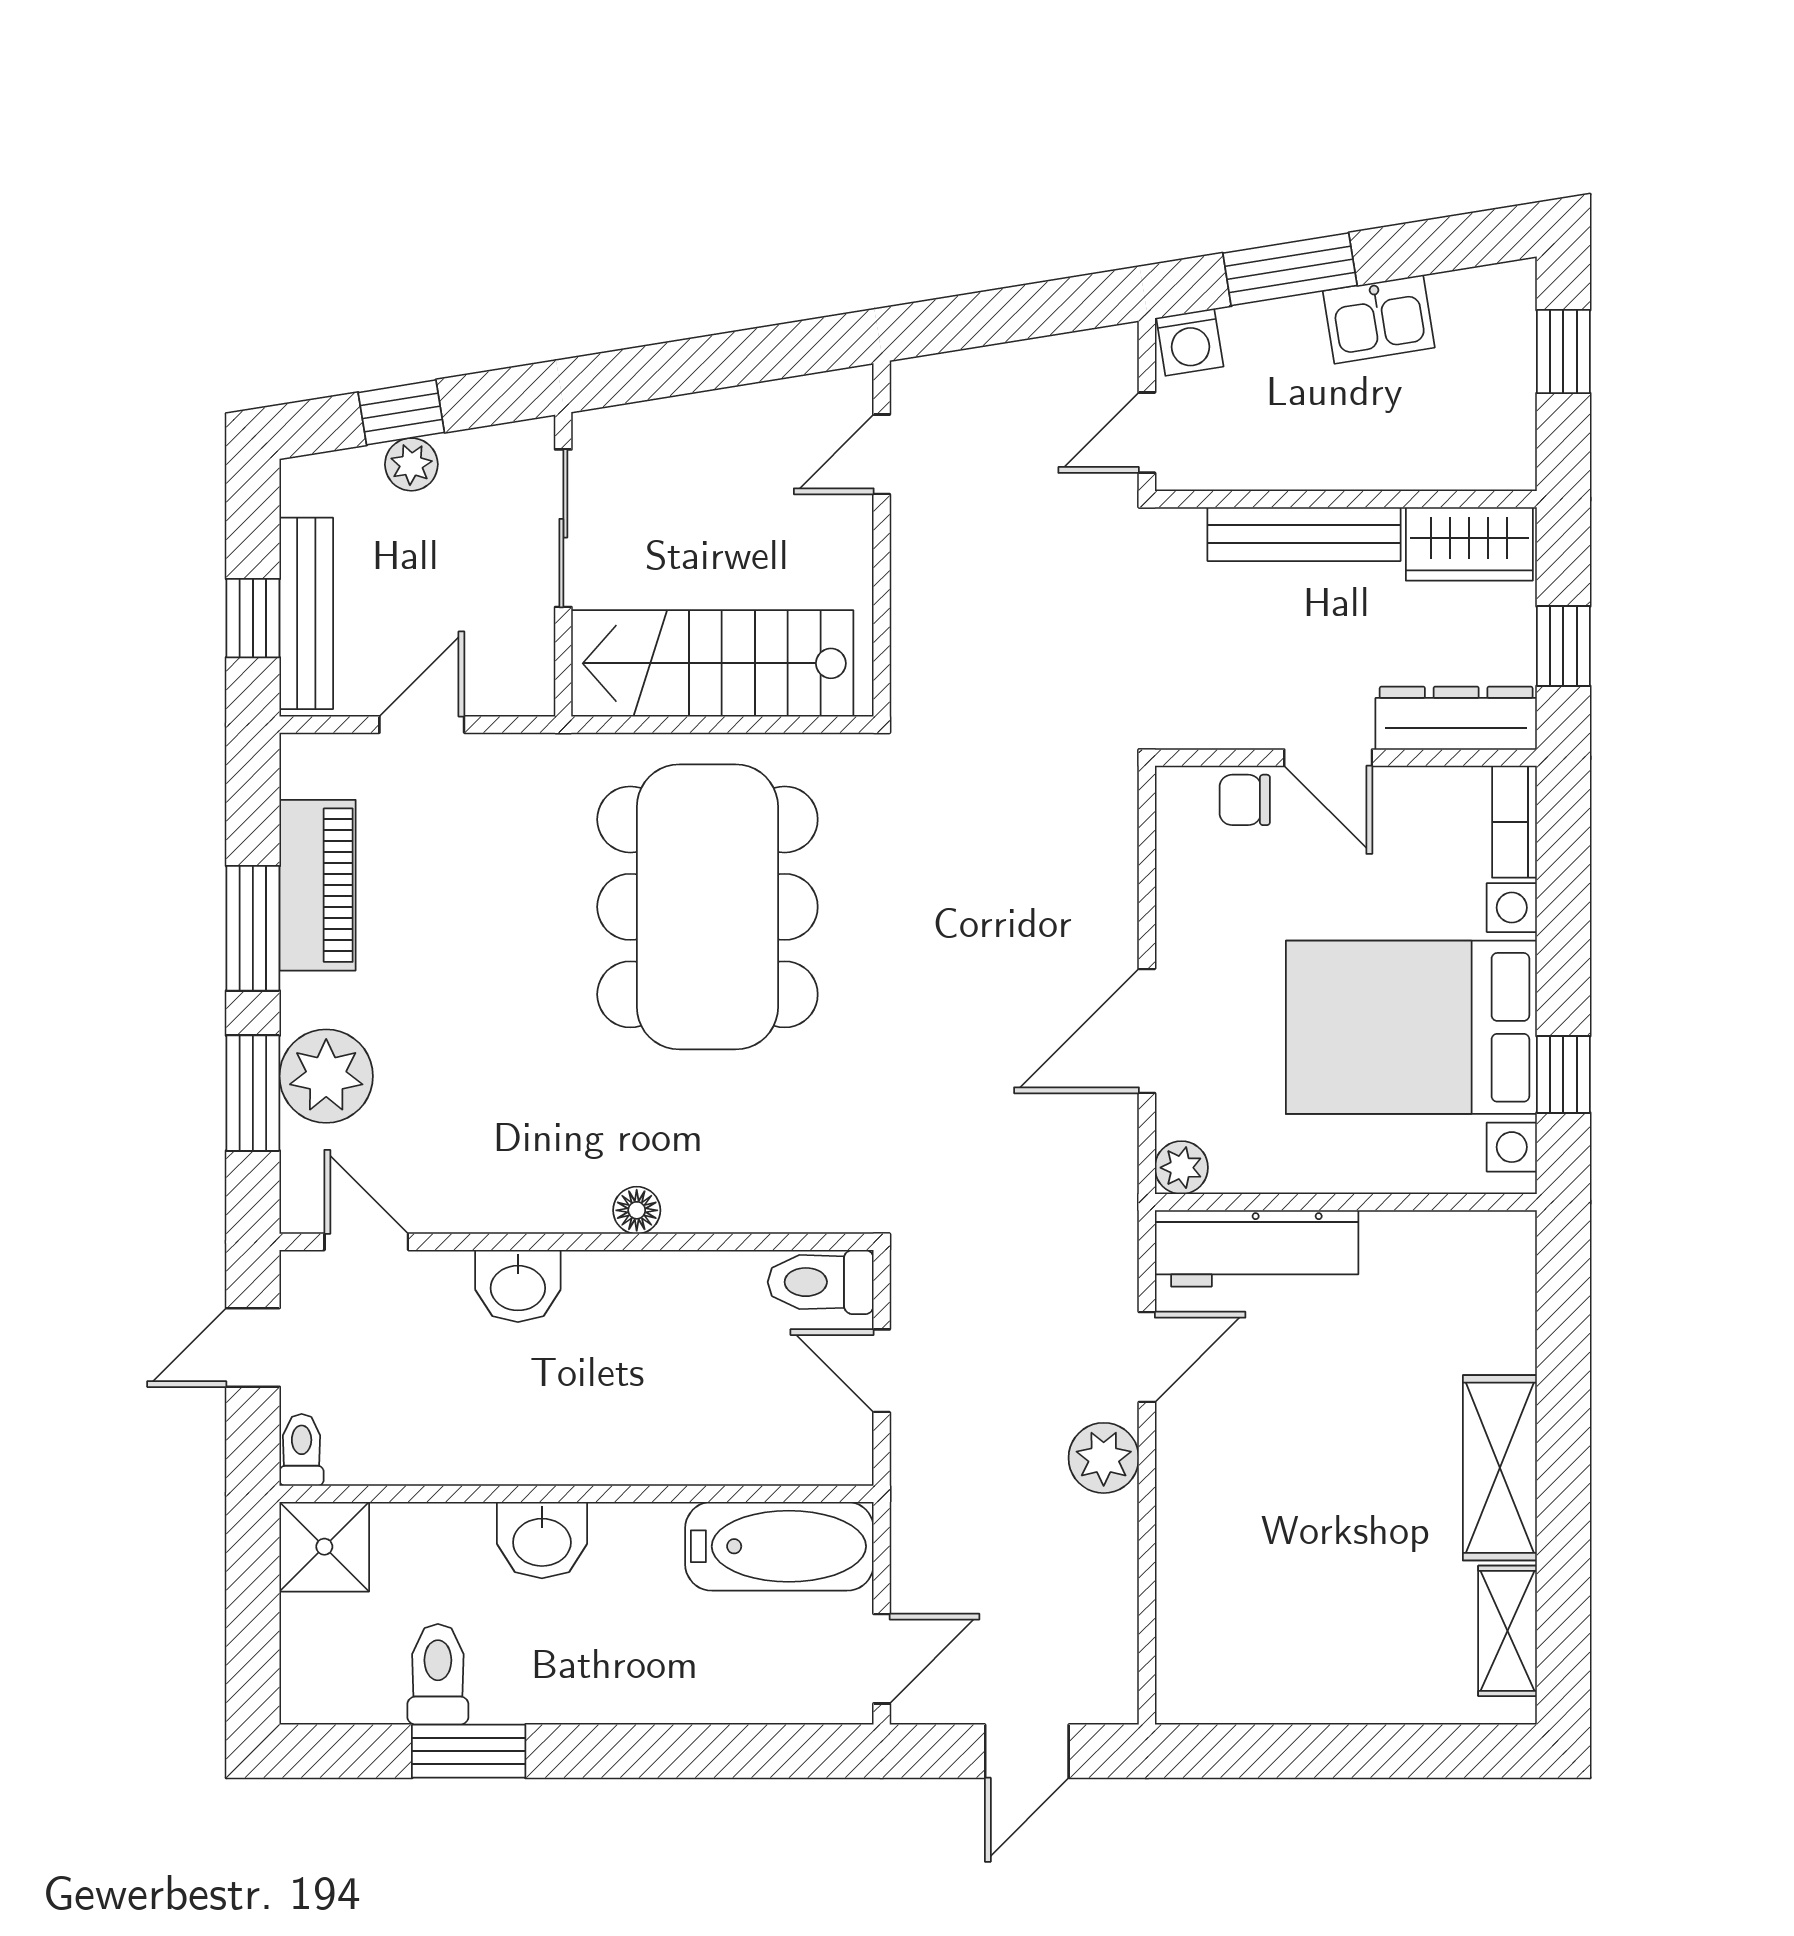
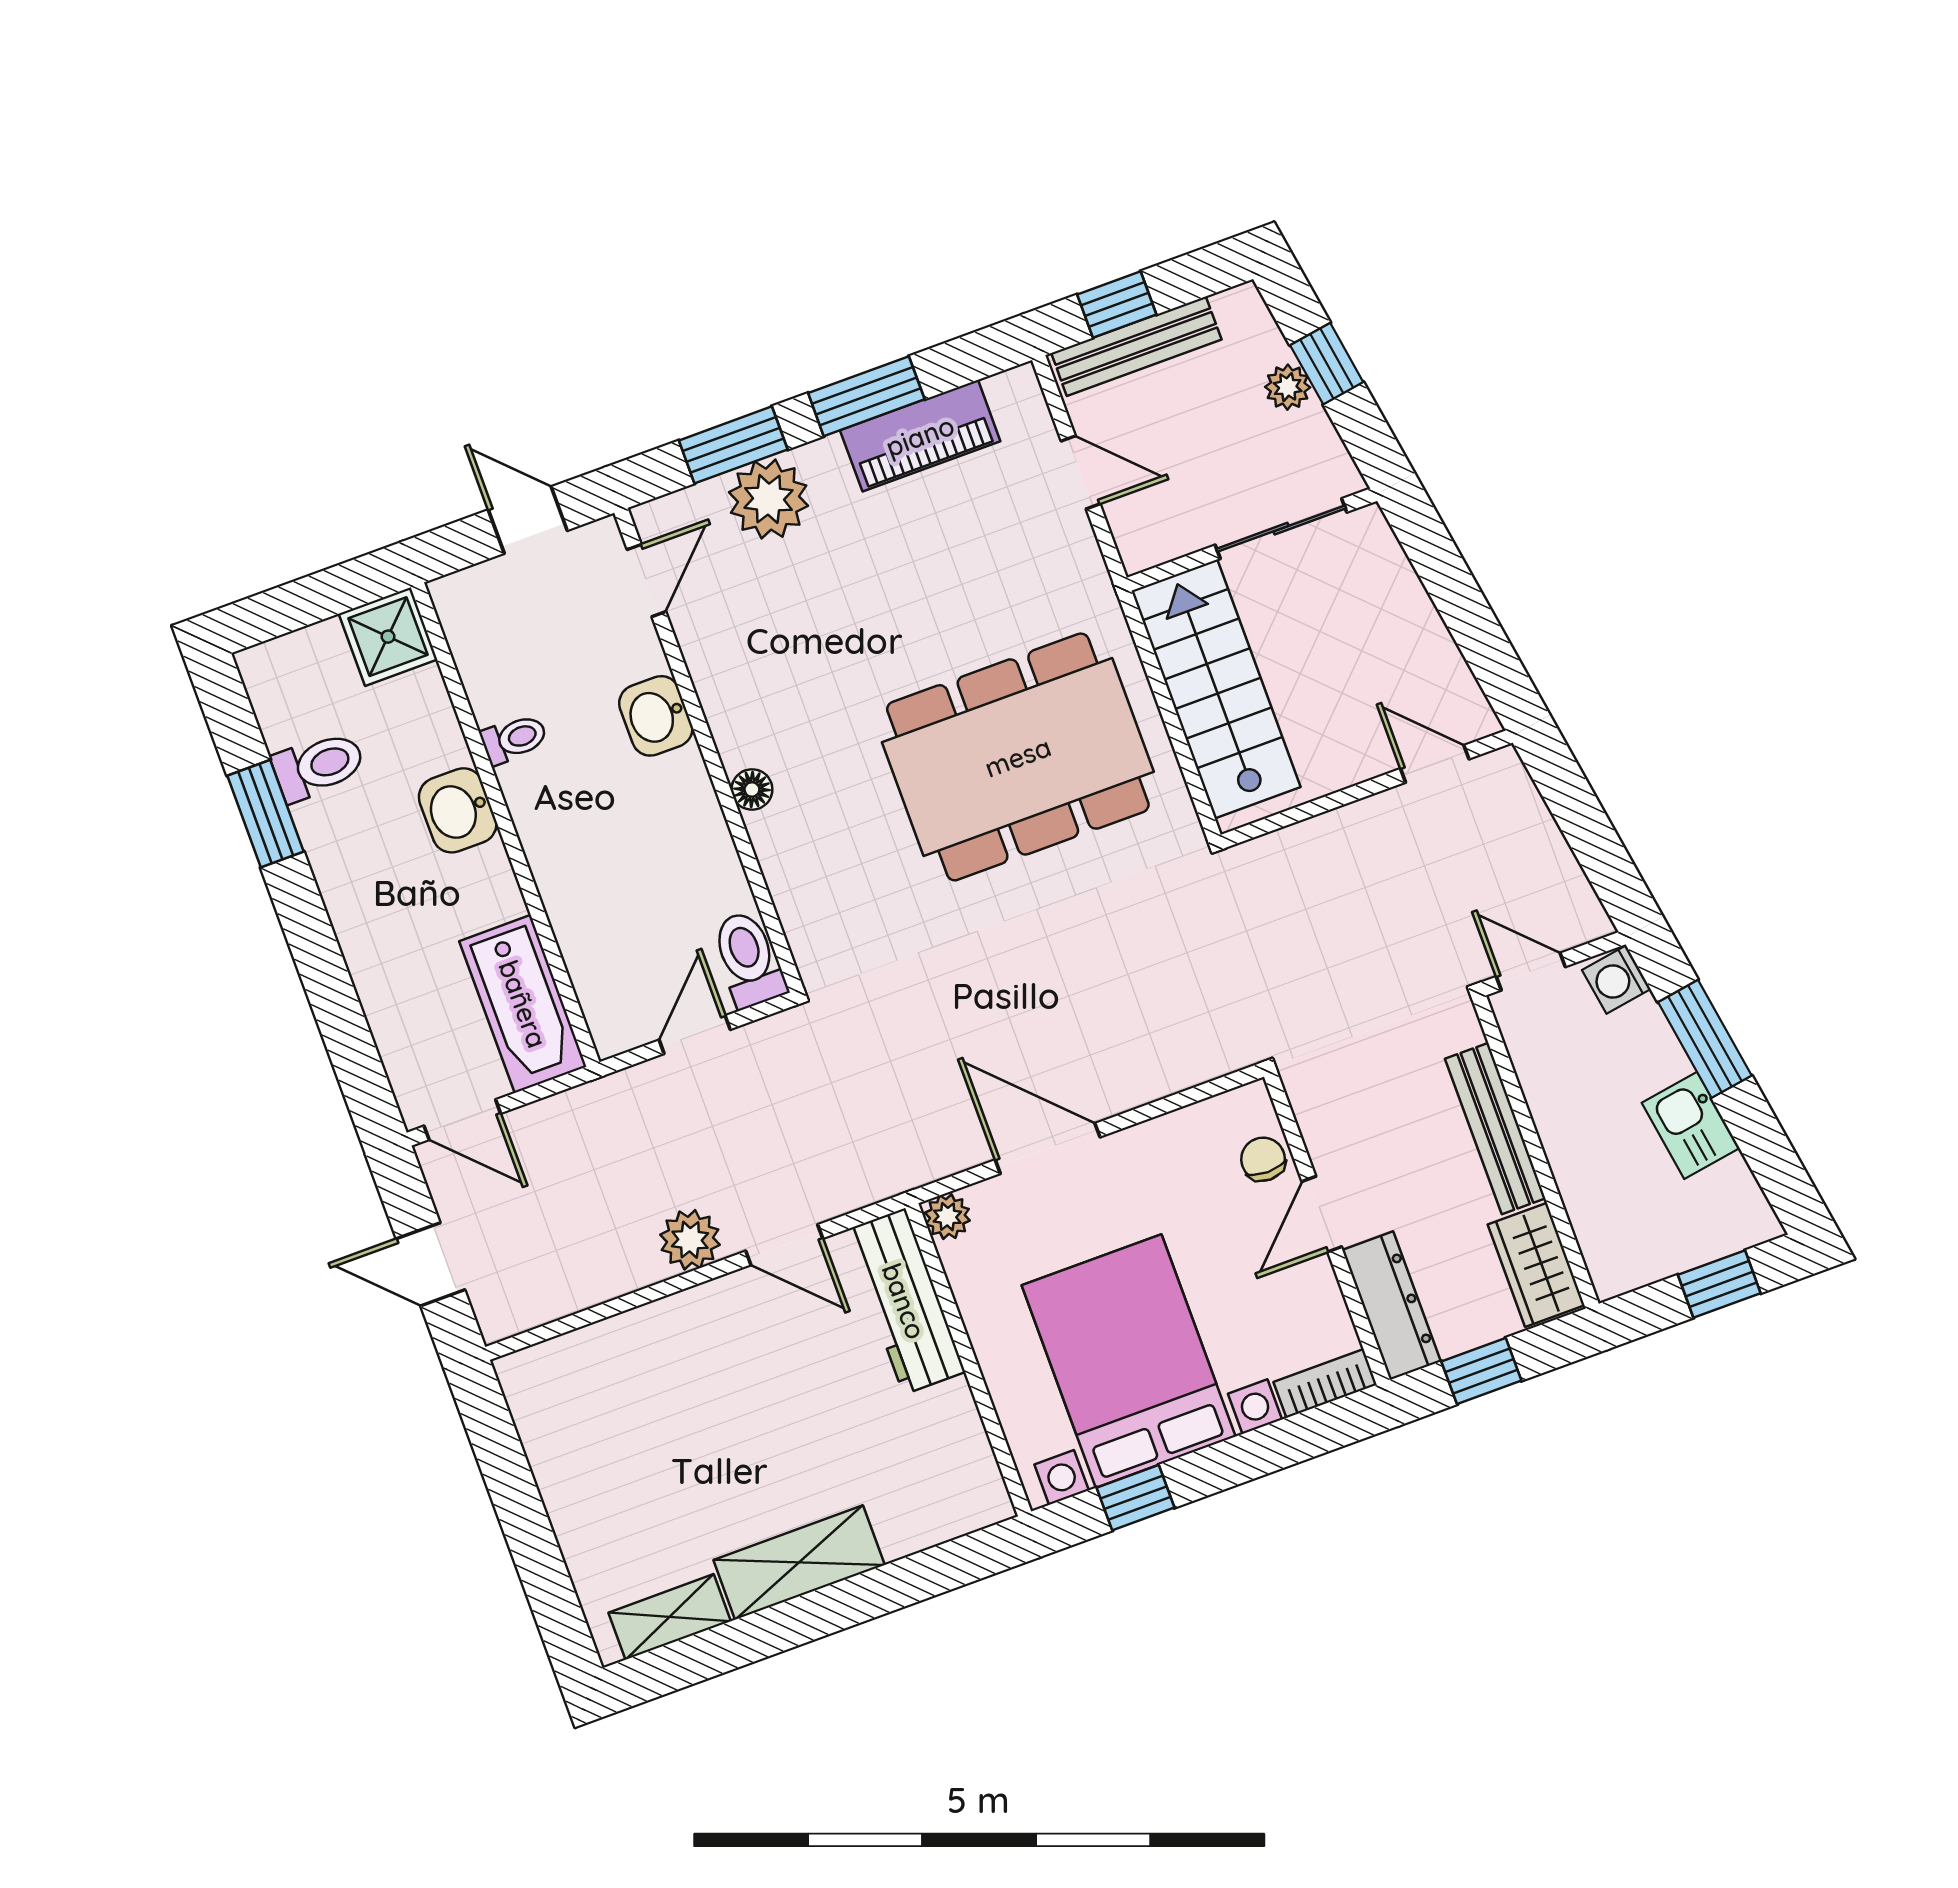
toilet: (302, 1450) -> (514, 739), moved

